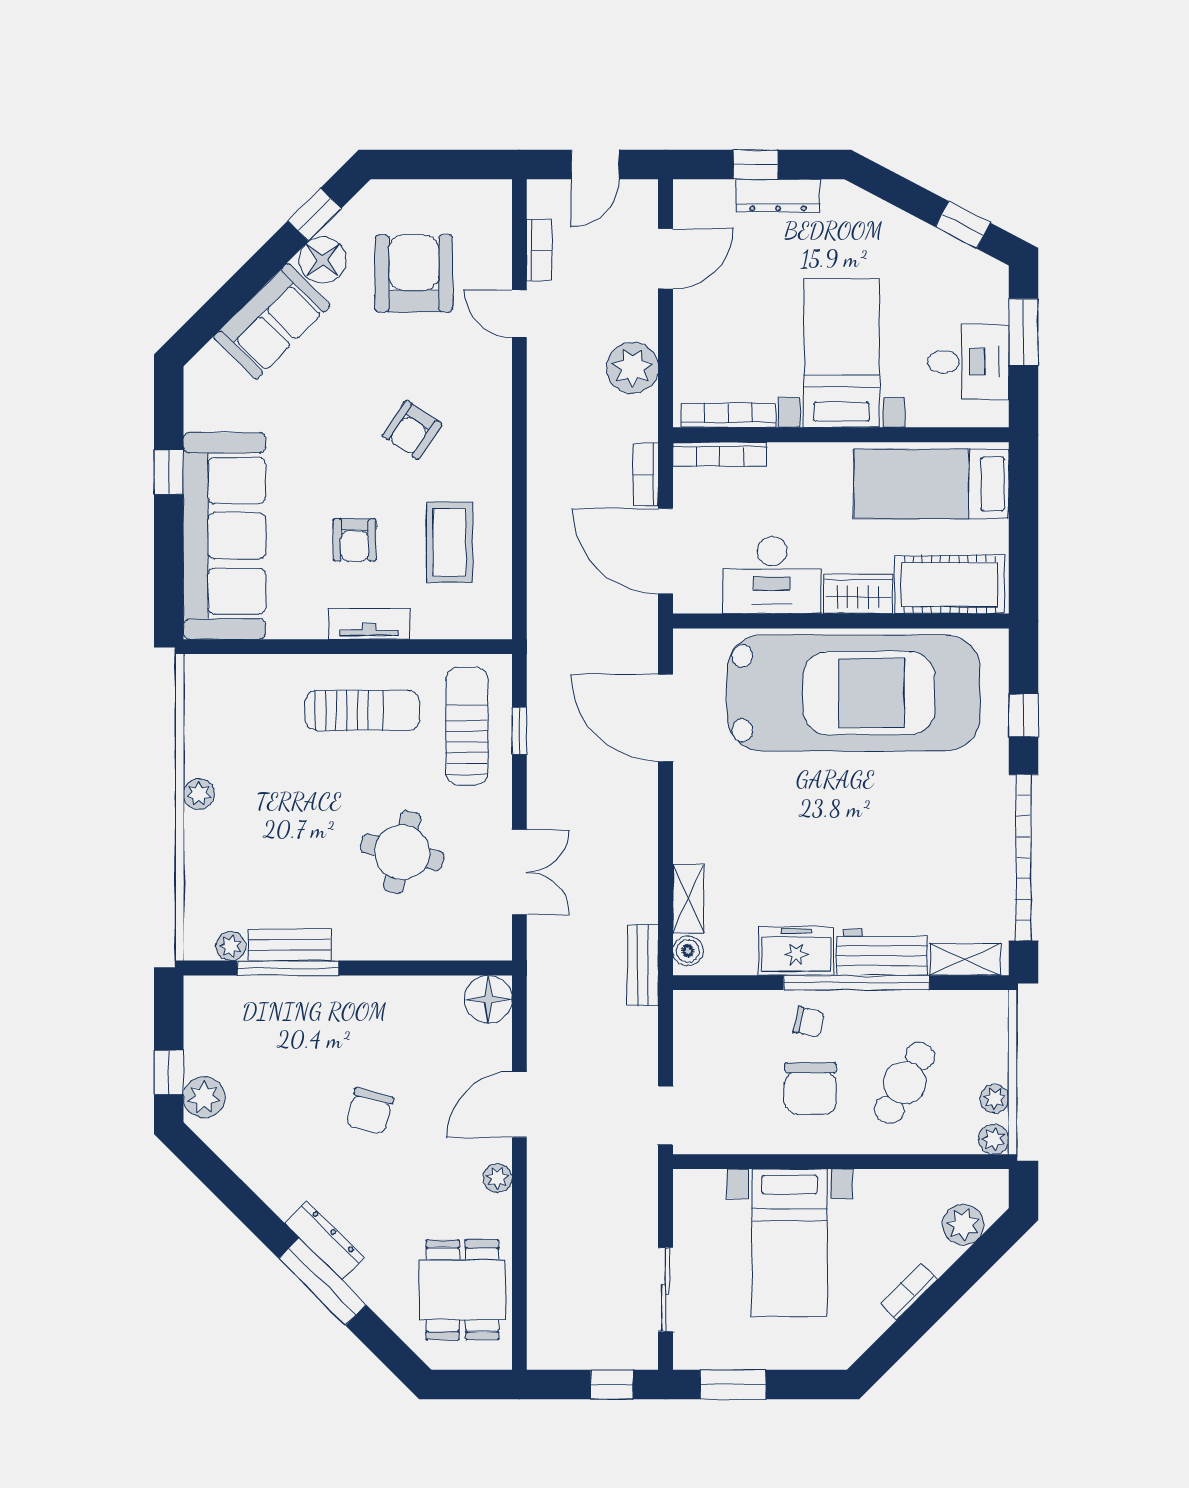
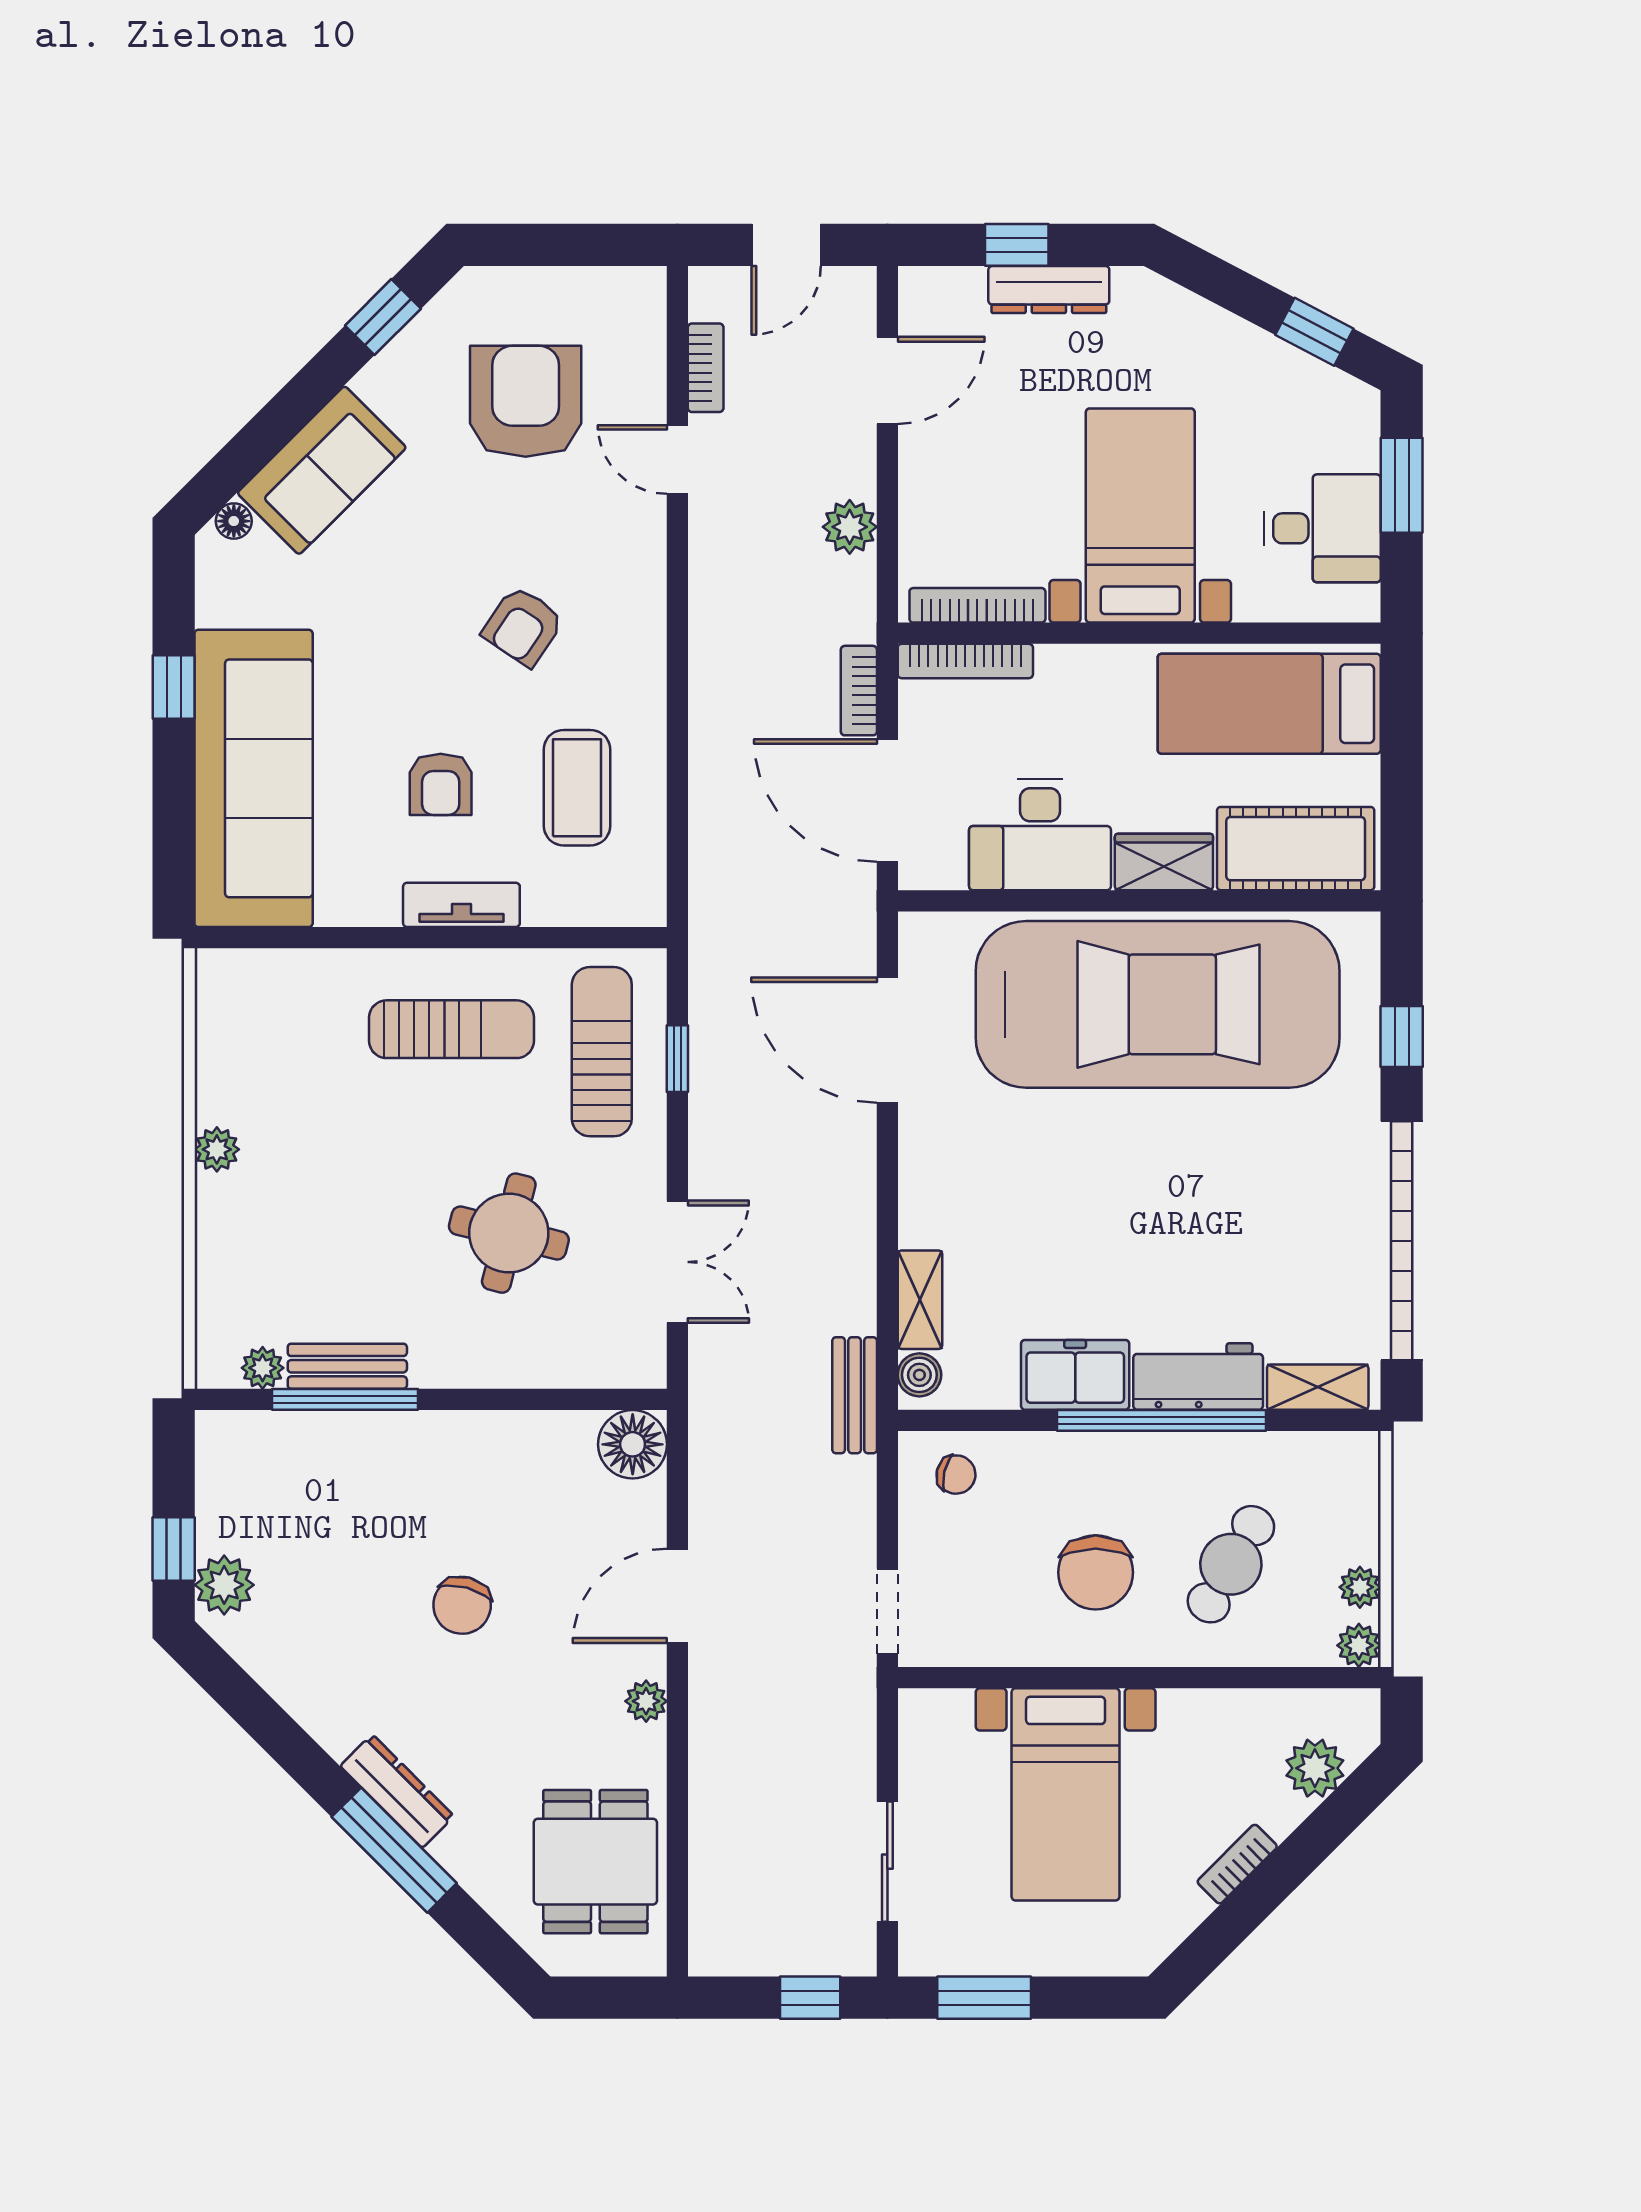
floor lamp: (323, 260) -> (234, 521), moved, width x0.53, depth x0.53
plant: (633, 368) -> (850, 527), width x0.73, depth x0.73
chair: (809, 1022) -> (956, 1475), moved

